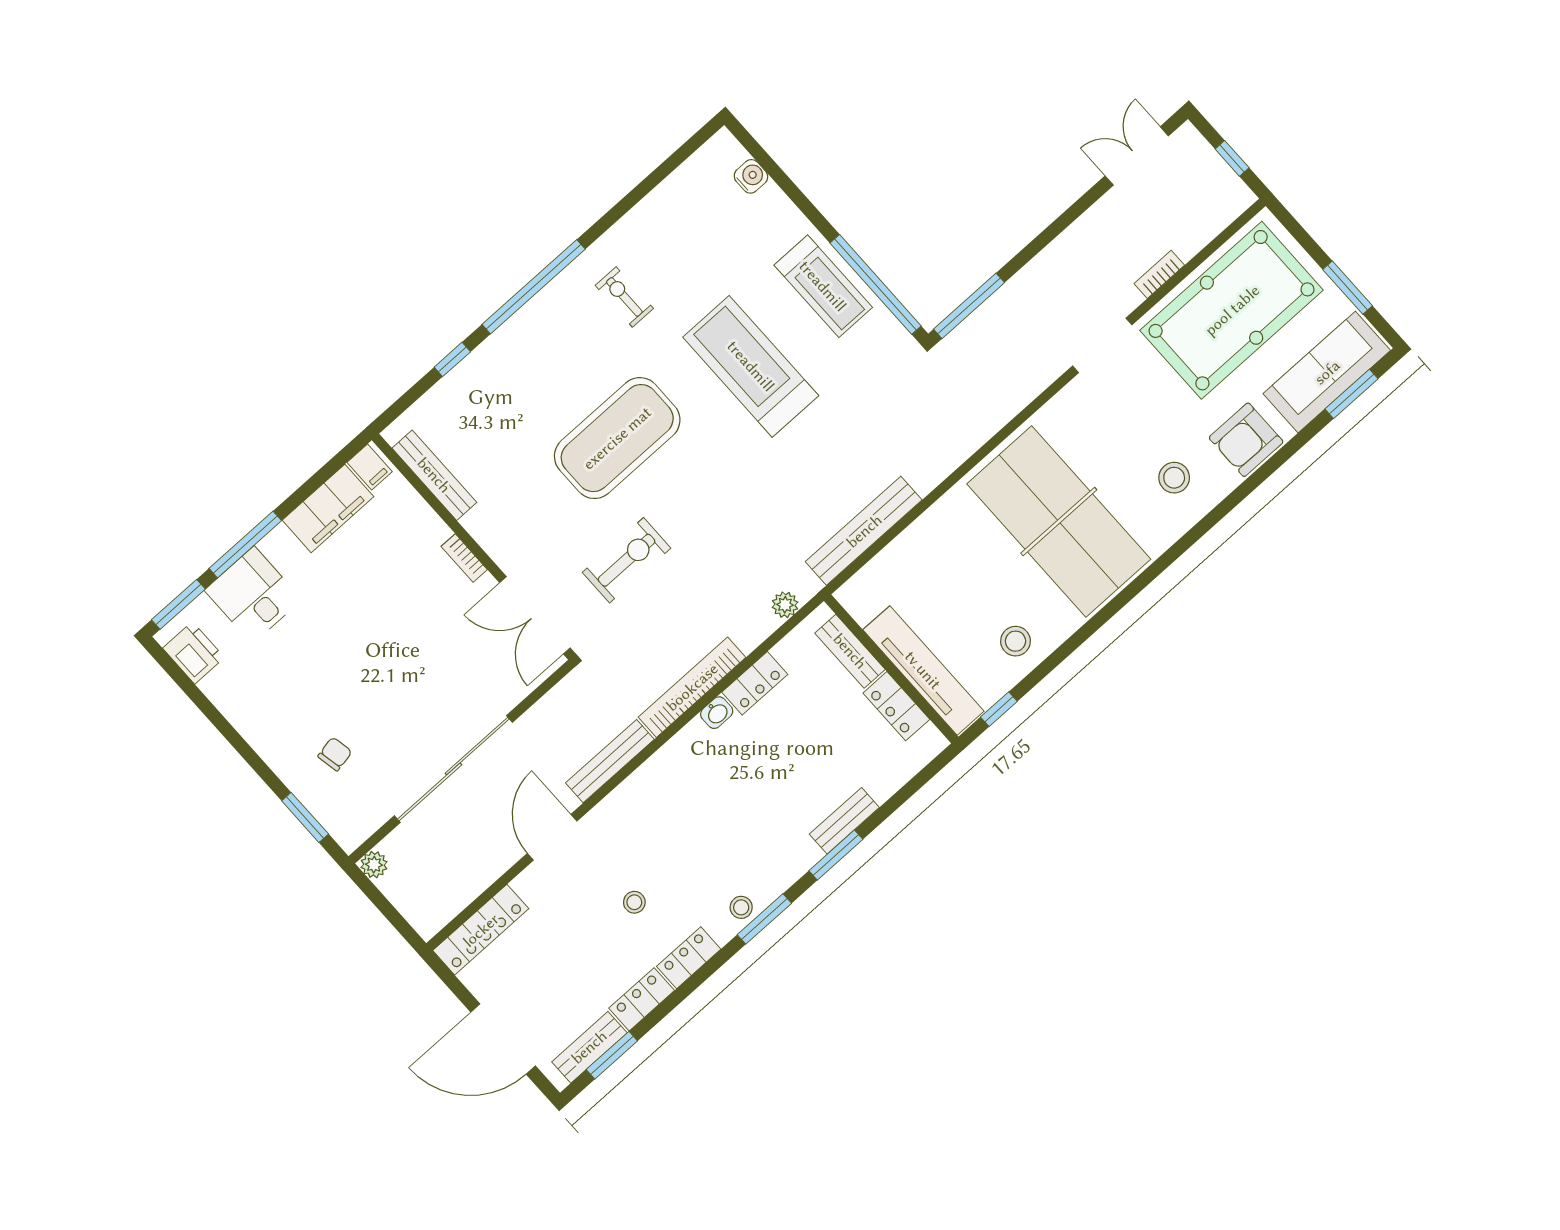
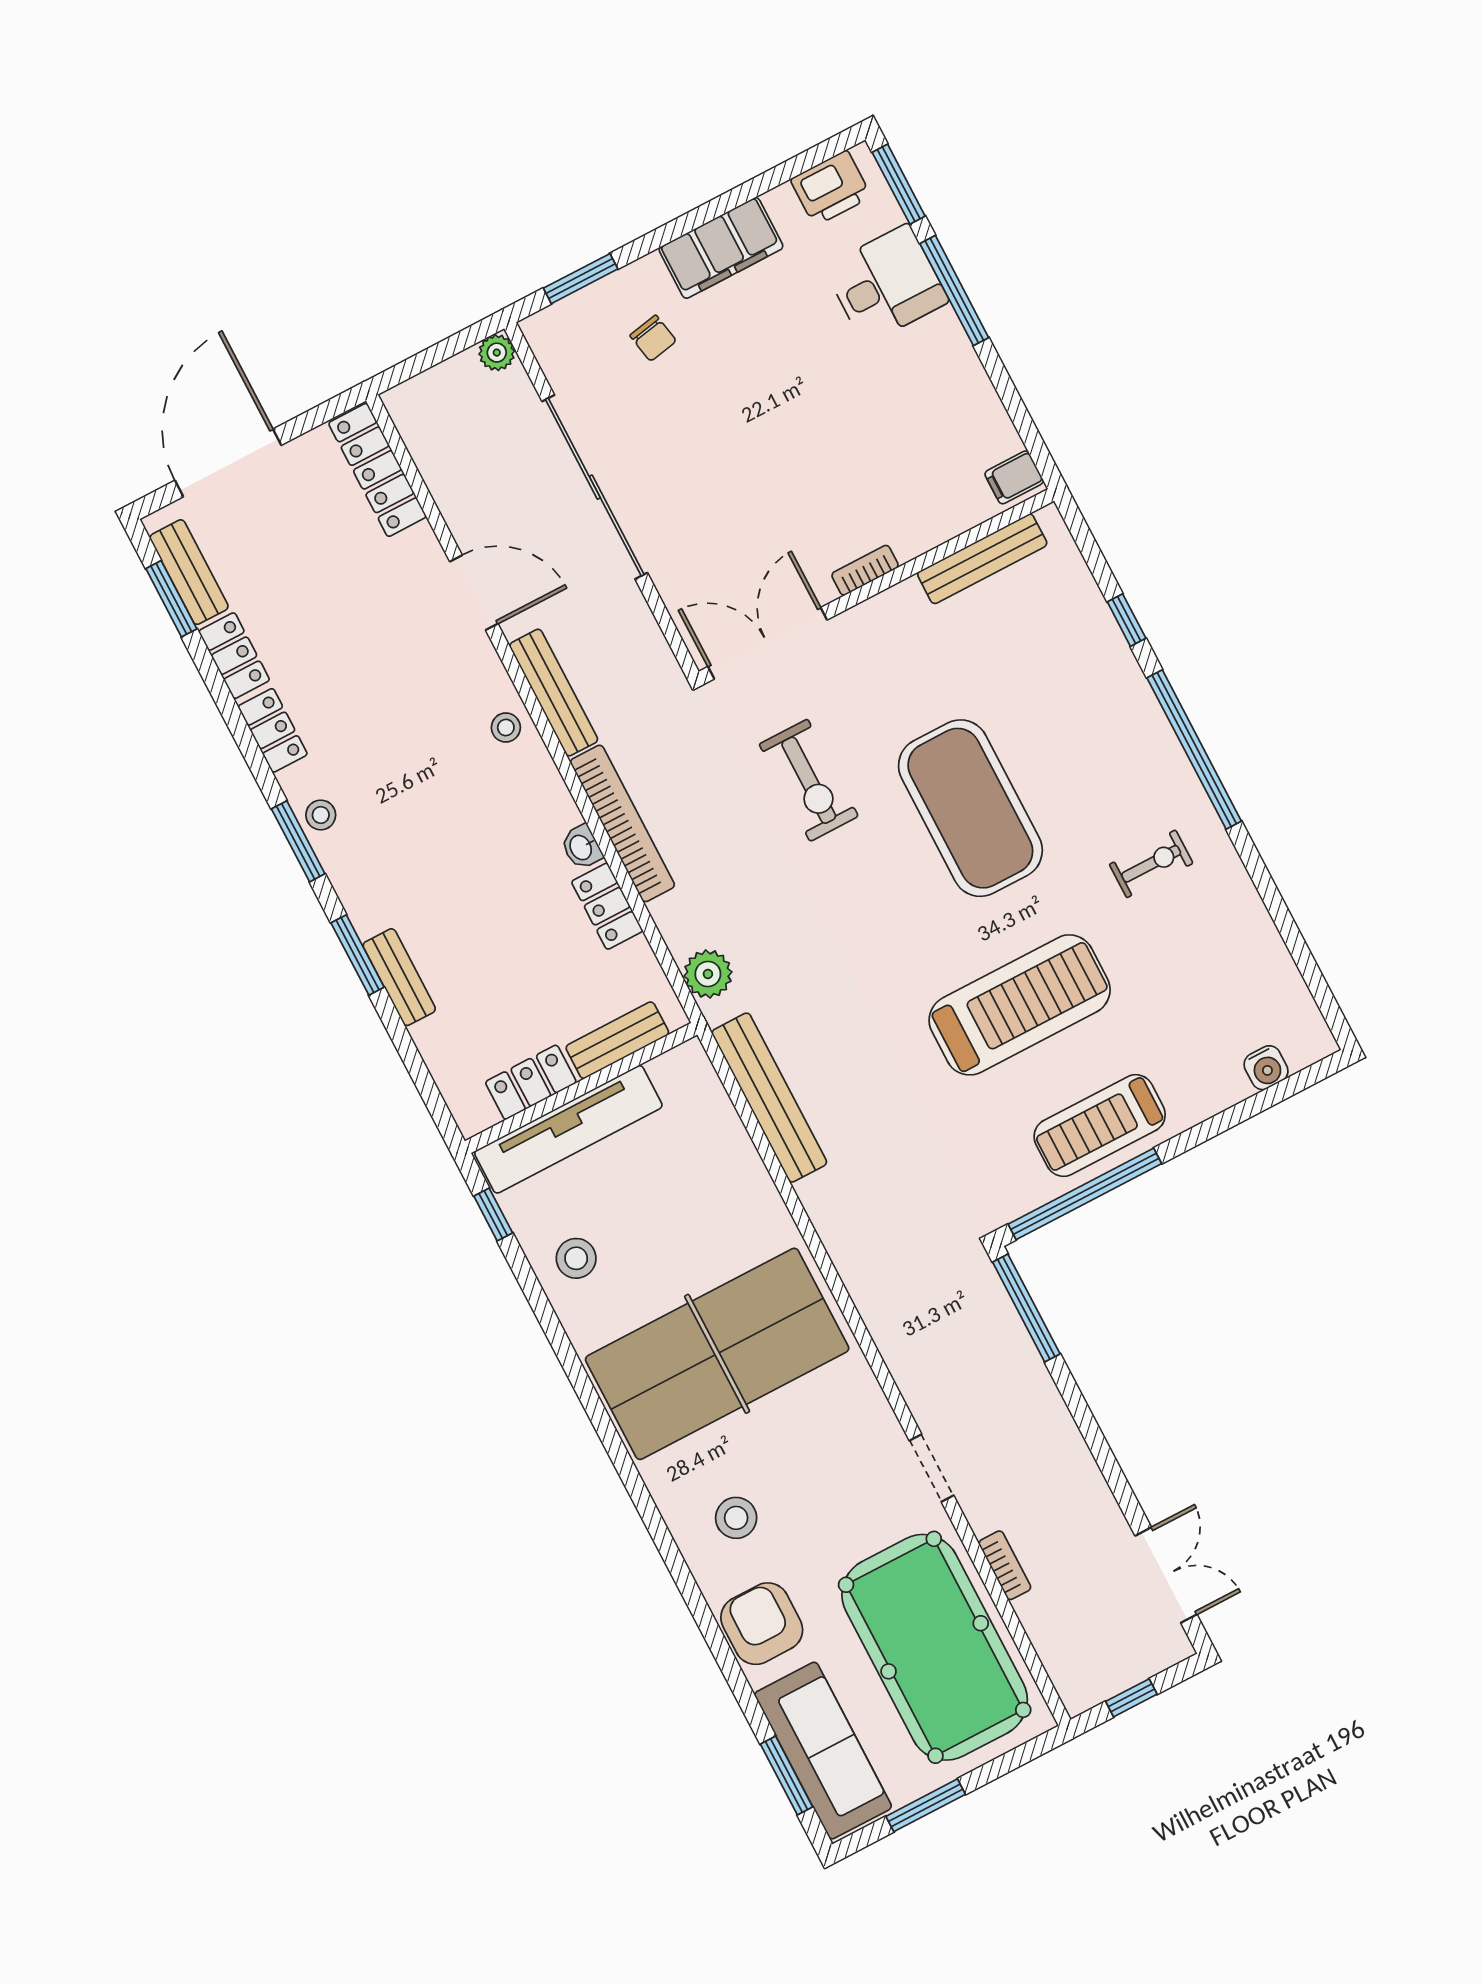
doorway: (1102, 345) -> (931, 1468), width x0.73
filing cabinet: (328, 508) -> (721, 248), moved, turned -90
plant: (785, 605) -> (708, 974), width x1.38, depth x1.38
stool: (634, 902) -> (506, 727), moved

